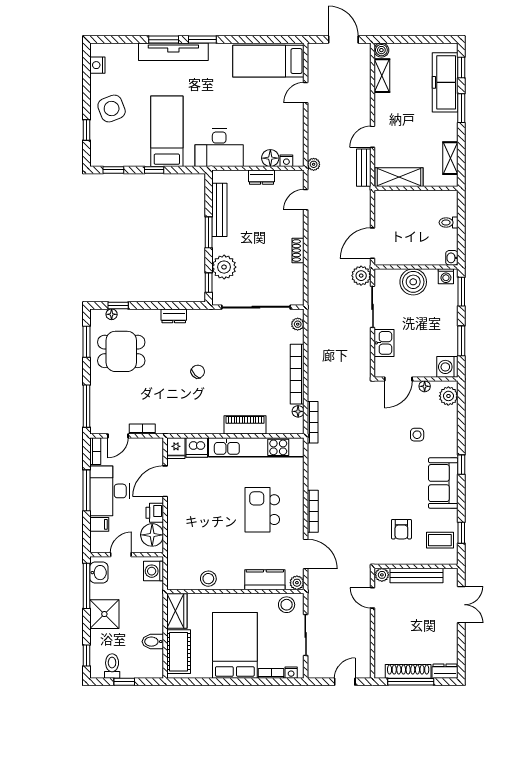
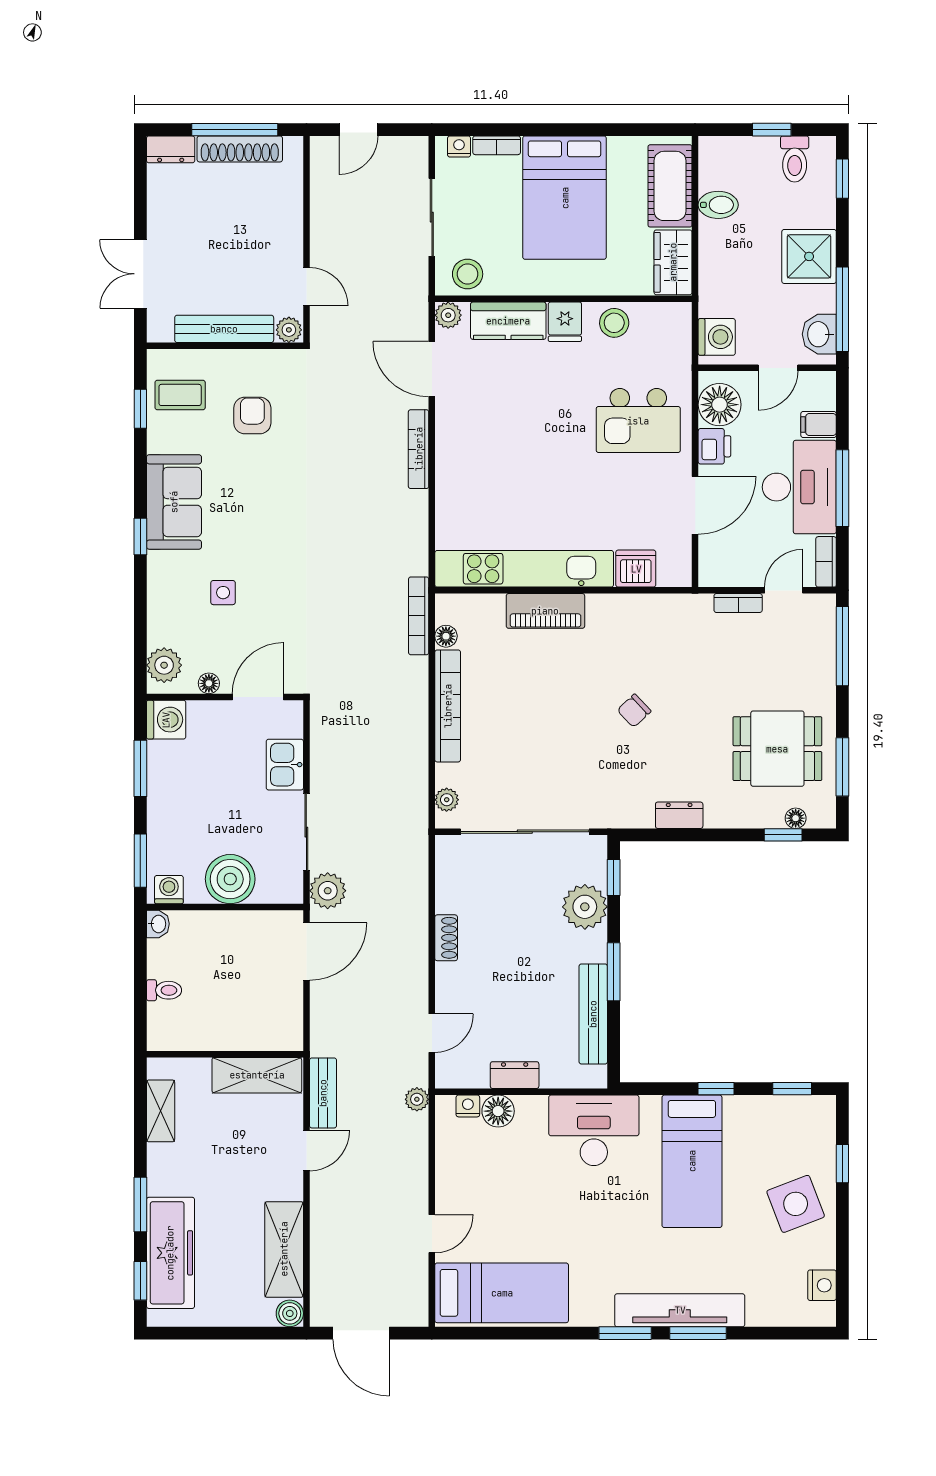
shelving: (382, 76) -> (284, 1249), width x1.50, depth x1.33
fridge: (176, 448) -> (565, 322), moved, turned 180
kitchen island: (262, 510) -> (638, 421), moved, turned 90

